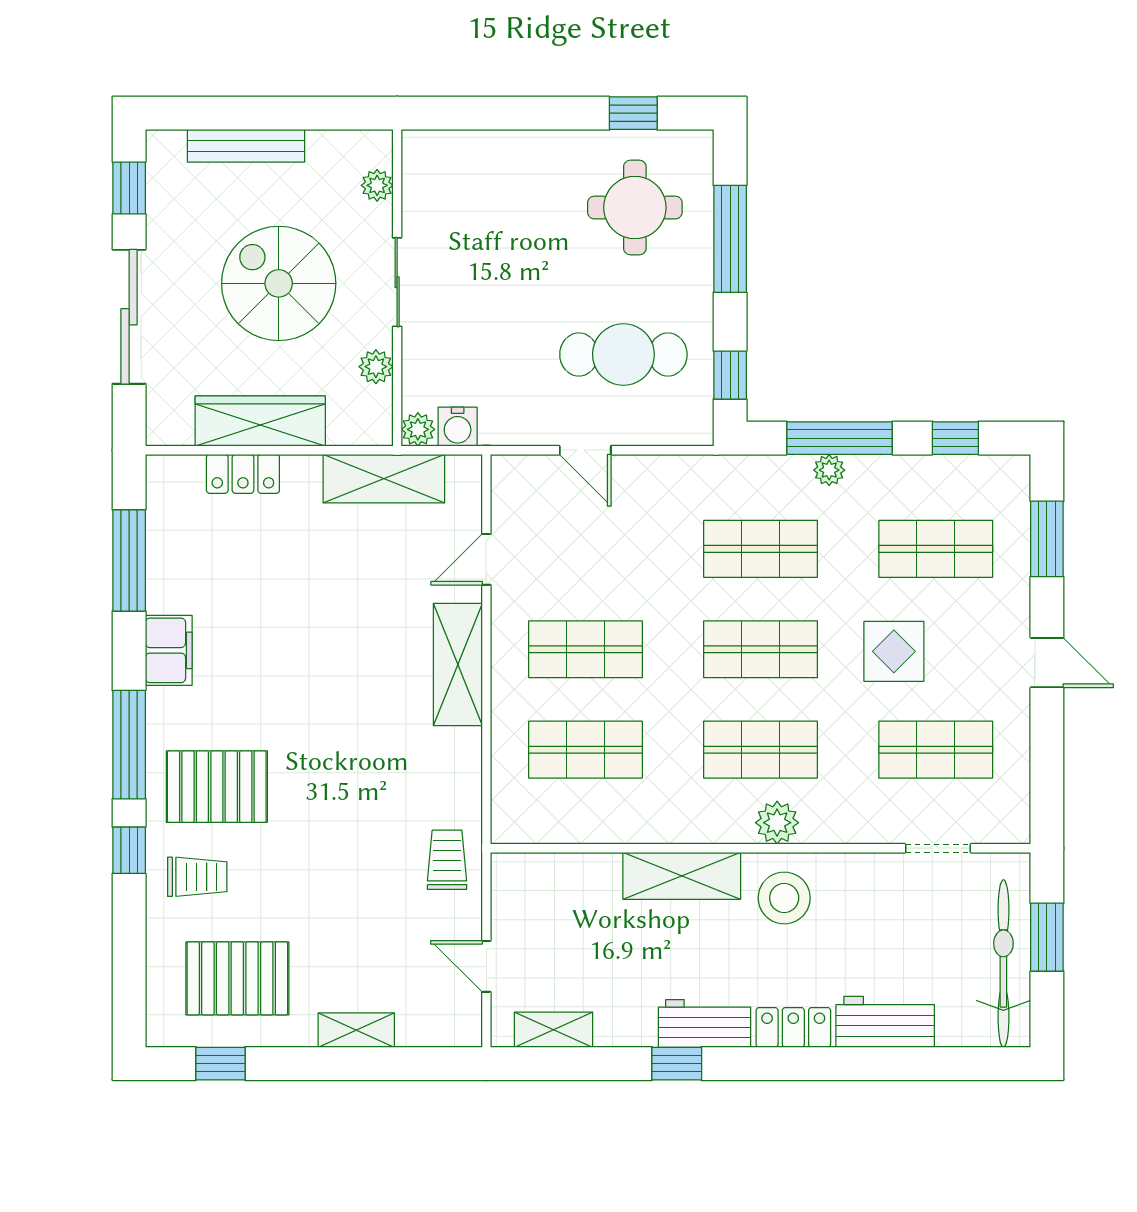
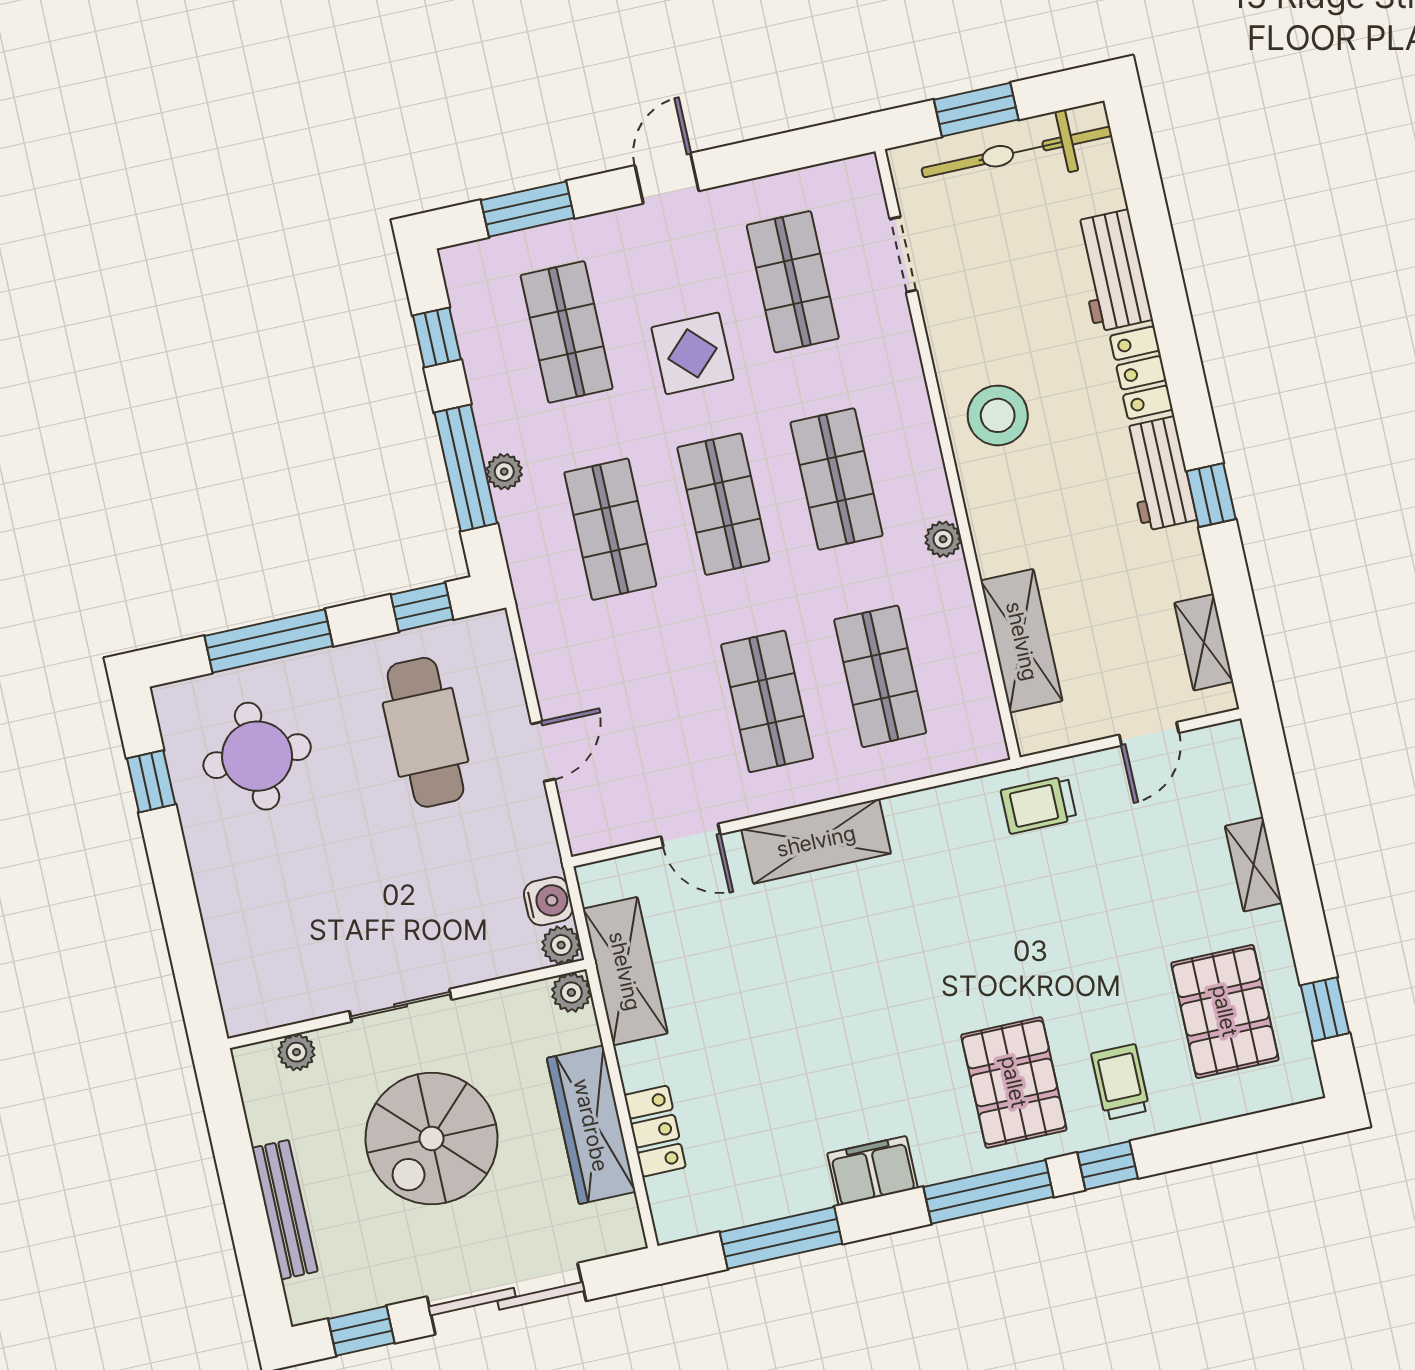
plant: (376, 367) -> (571, 993), moved
plant: (777, 823) -> (943, 539), moved, width x0.73, depth x0.73
shelving: (682, 876) -> (1022, 641), moved

